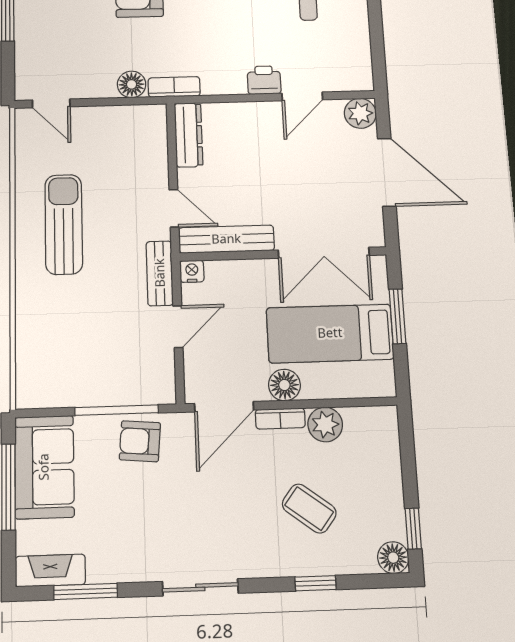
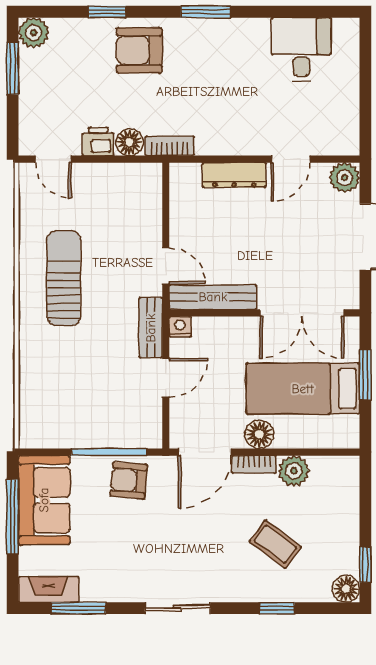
printer: (264, 80) -> (98, 141), moved
dresser: (189, 135) -> (234, 175), moved, turned 90

